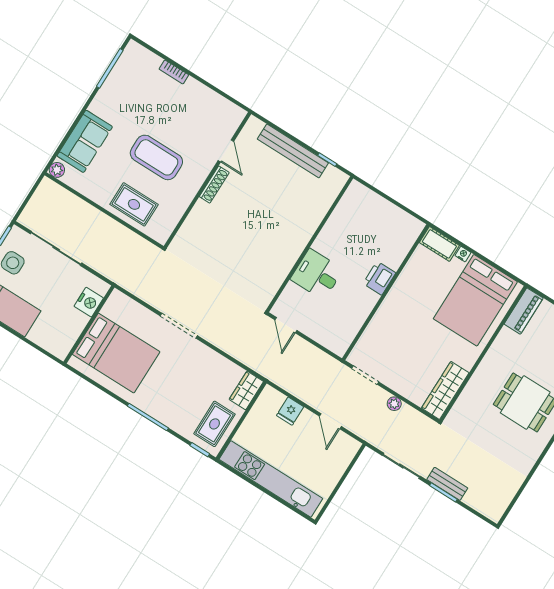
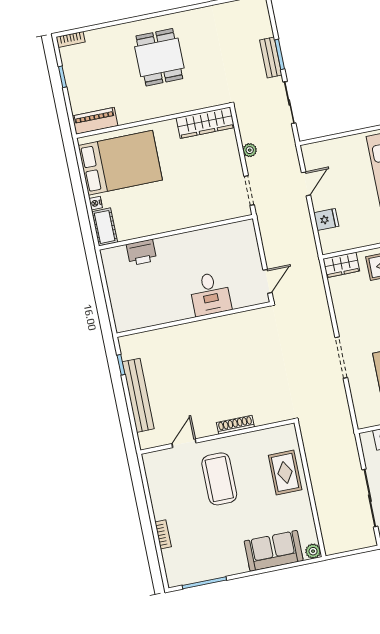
coffee table: (156, 157) -> (219, 479), moved
shoe rack: (214, 185) -> (235, 425), moved
printer: (379, 278) -> (141, 252), moved

